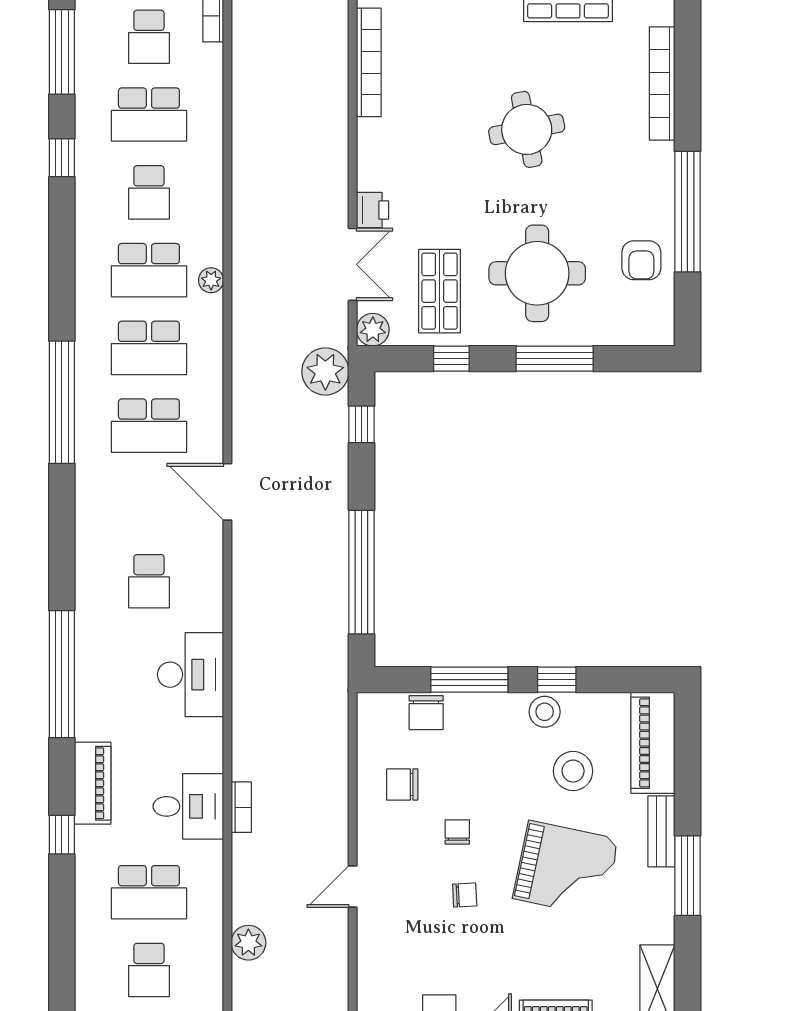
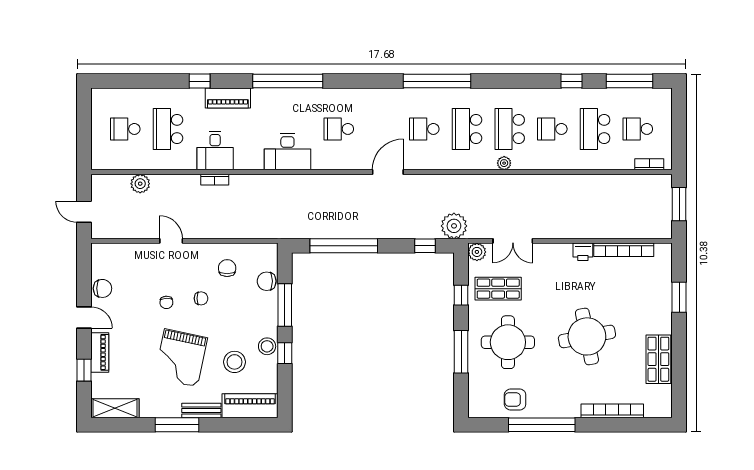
round table: (527, 129) -> (587, 336), width x1.36, depth x1.36
printer: (372, 210) -> (583, 252), moved
school desk: (149, 426) -> (424, 129), width x0.54

